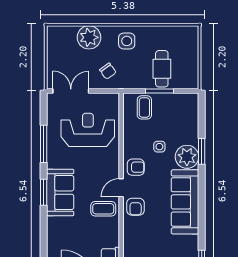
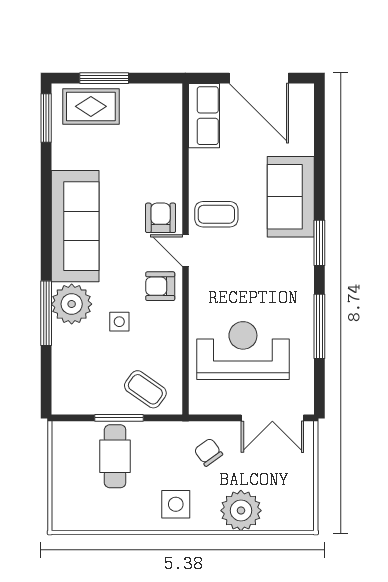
coffee table: (144, 107) -> (145, 389), turned -55
reception desk: (88, 130) -> (243, 351), turned 180
window: (202, 151) -> (46, 313), width x1.44
door: (121, 188) -> (185, 251), swing flipped
sofa: (60, 193) -> (291, 197), moved

